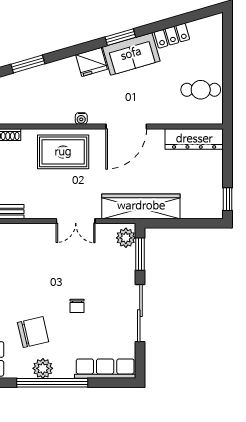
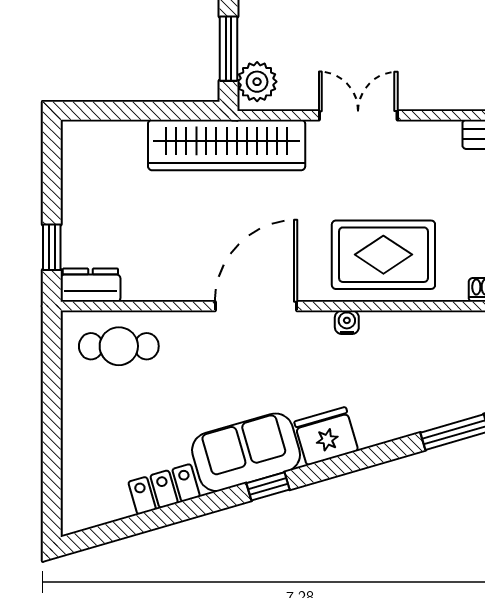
window: (120, 37) -> (268, 486), width x0.67
cafe table: (201, 90) -> (119, 346), moved
dresser: (194, 139) -> (90, 285), width x0.51, depth x0.80
window: (228, 199) -> (52, 247), moved

